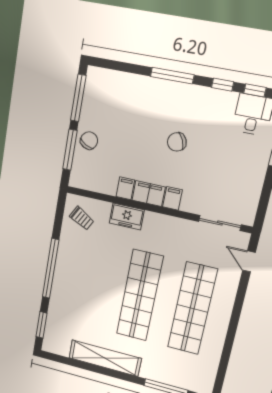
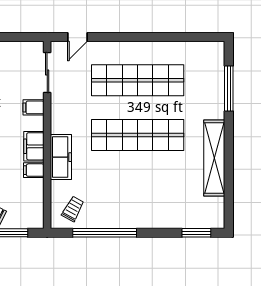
filing cabinet: (172, 198) -> (34, 107), moved
freezer: (127, 216) -> (61, 157), width x1.40
window: (51, 268) -> (105, 233), moved

